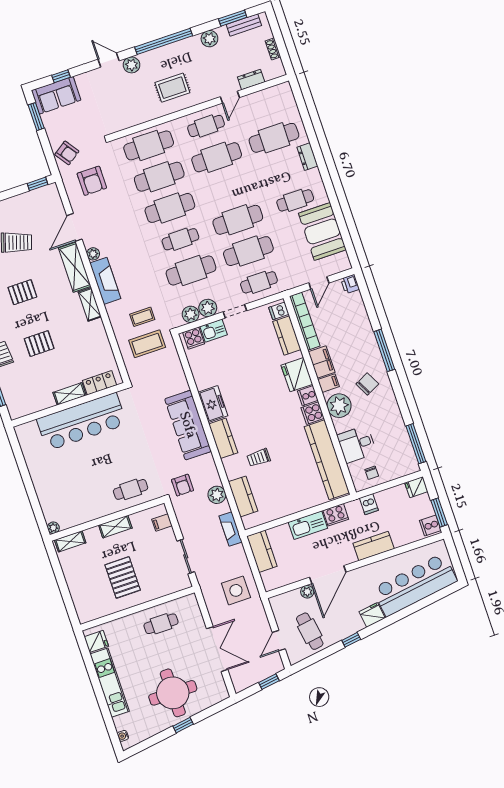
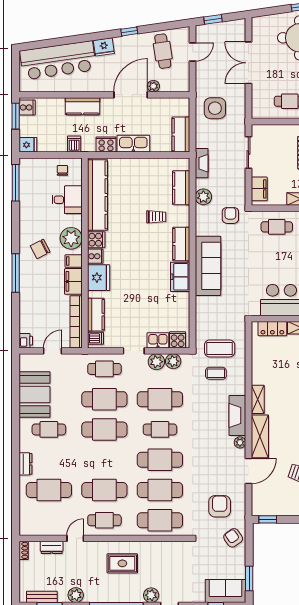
shoe rack: (273, 49) -> (24, 550), moved
filing cabinet: (162, 523) -> (259, 189), width x2.00

